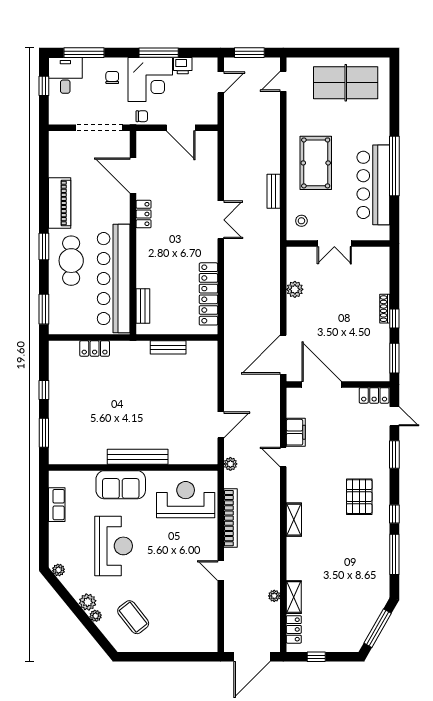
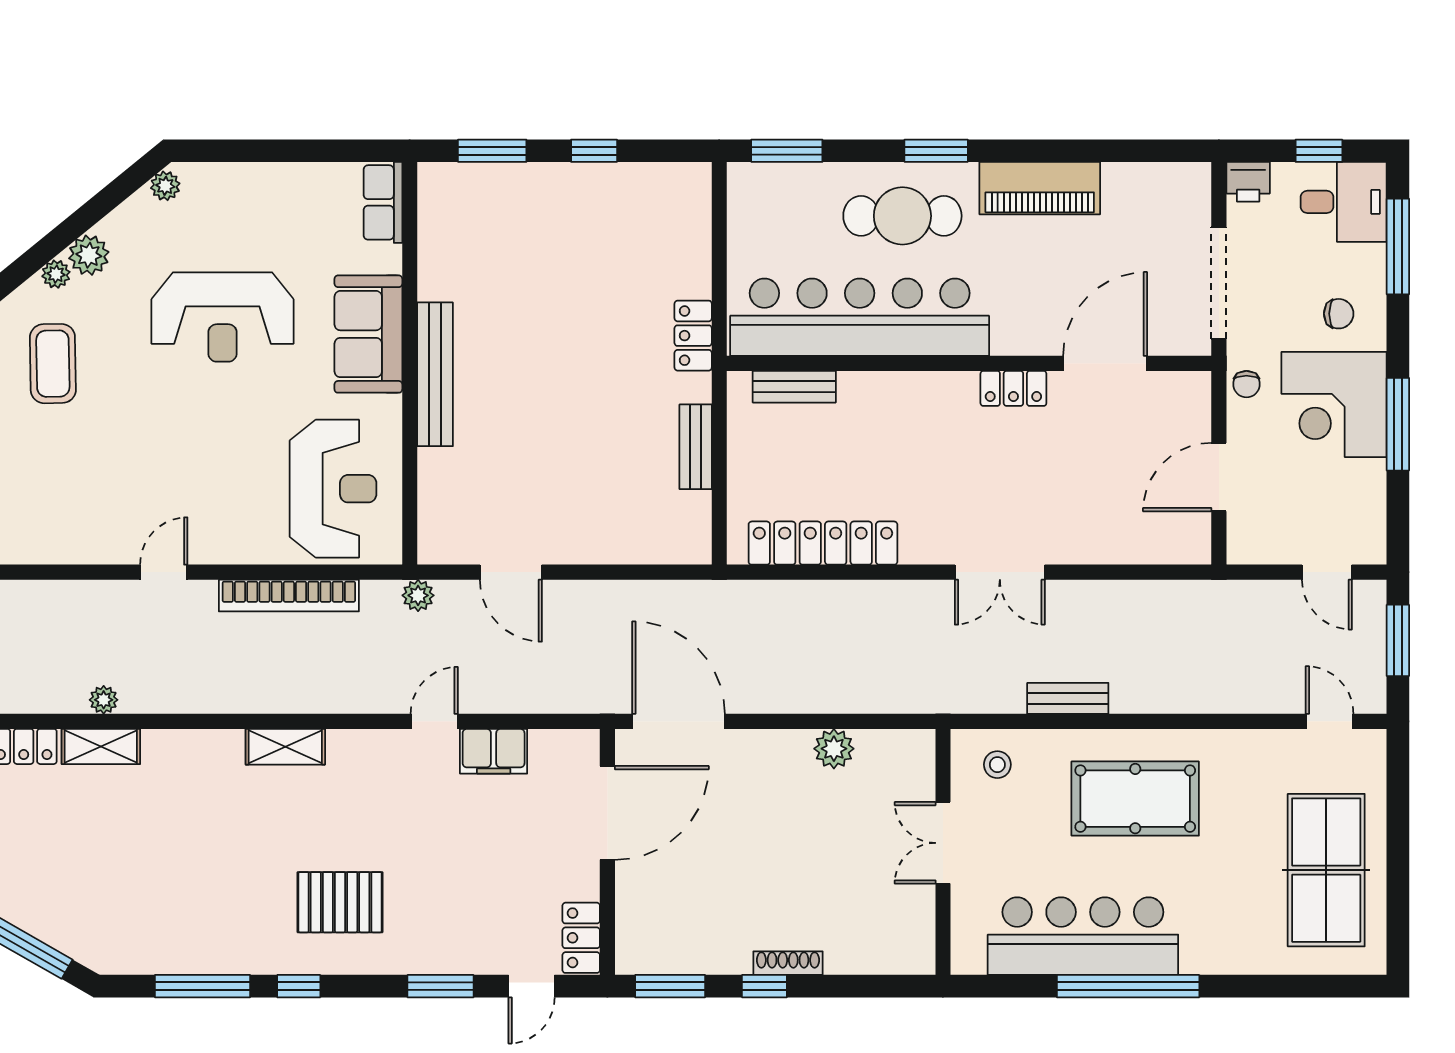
printer: (183, 66) -> (1248, 182), moved, turned -90
locker: (95, 348) -> (693, 336), moved
row of seats: (57, 505) -> (383, 202), moved, turned 90
coffee table: (133, 617) -> (53, 364), turned -53

